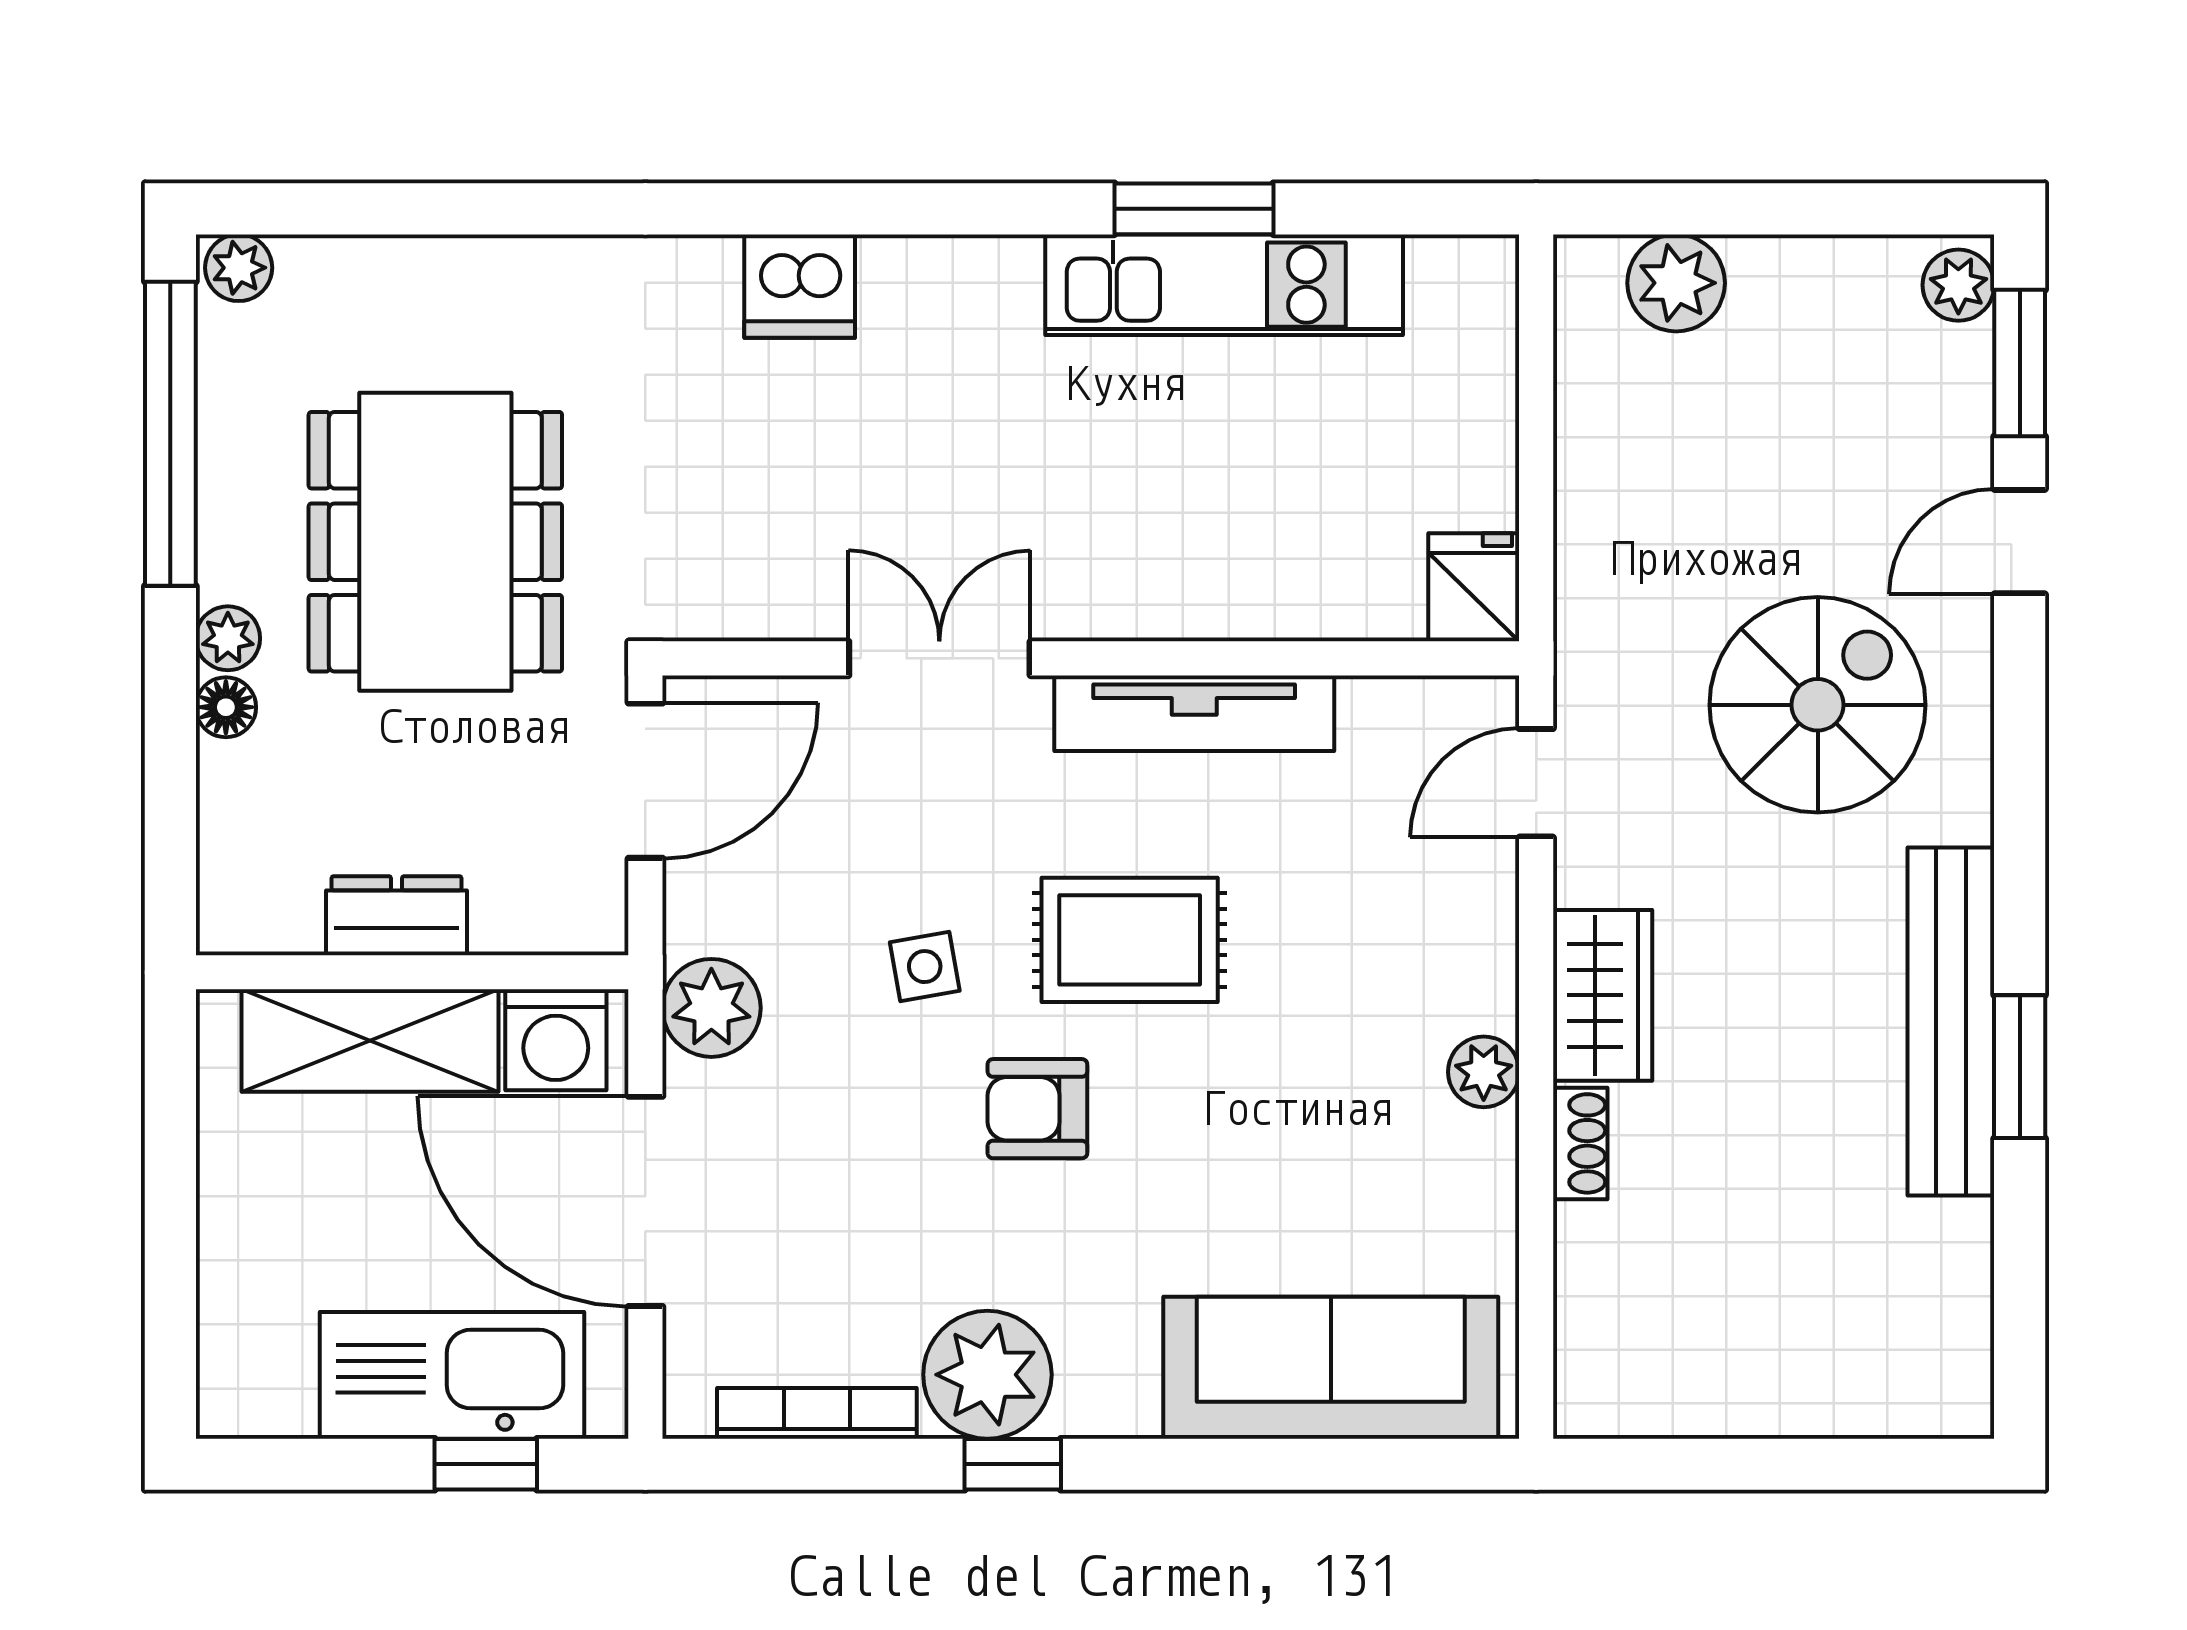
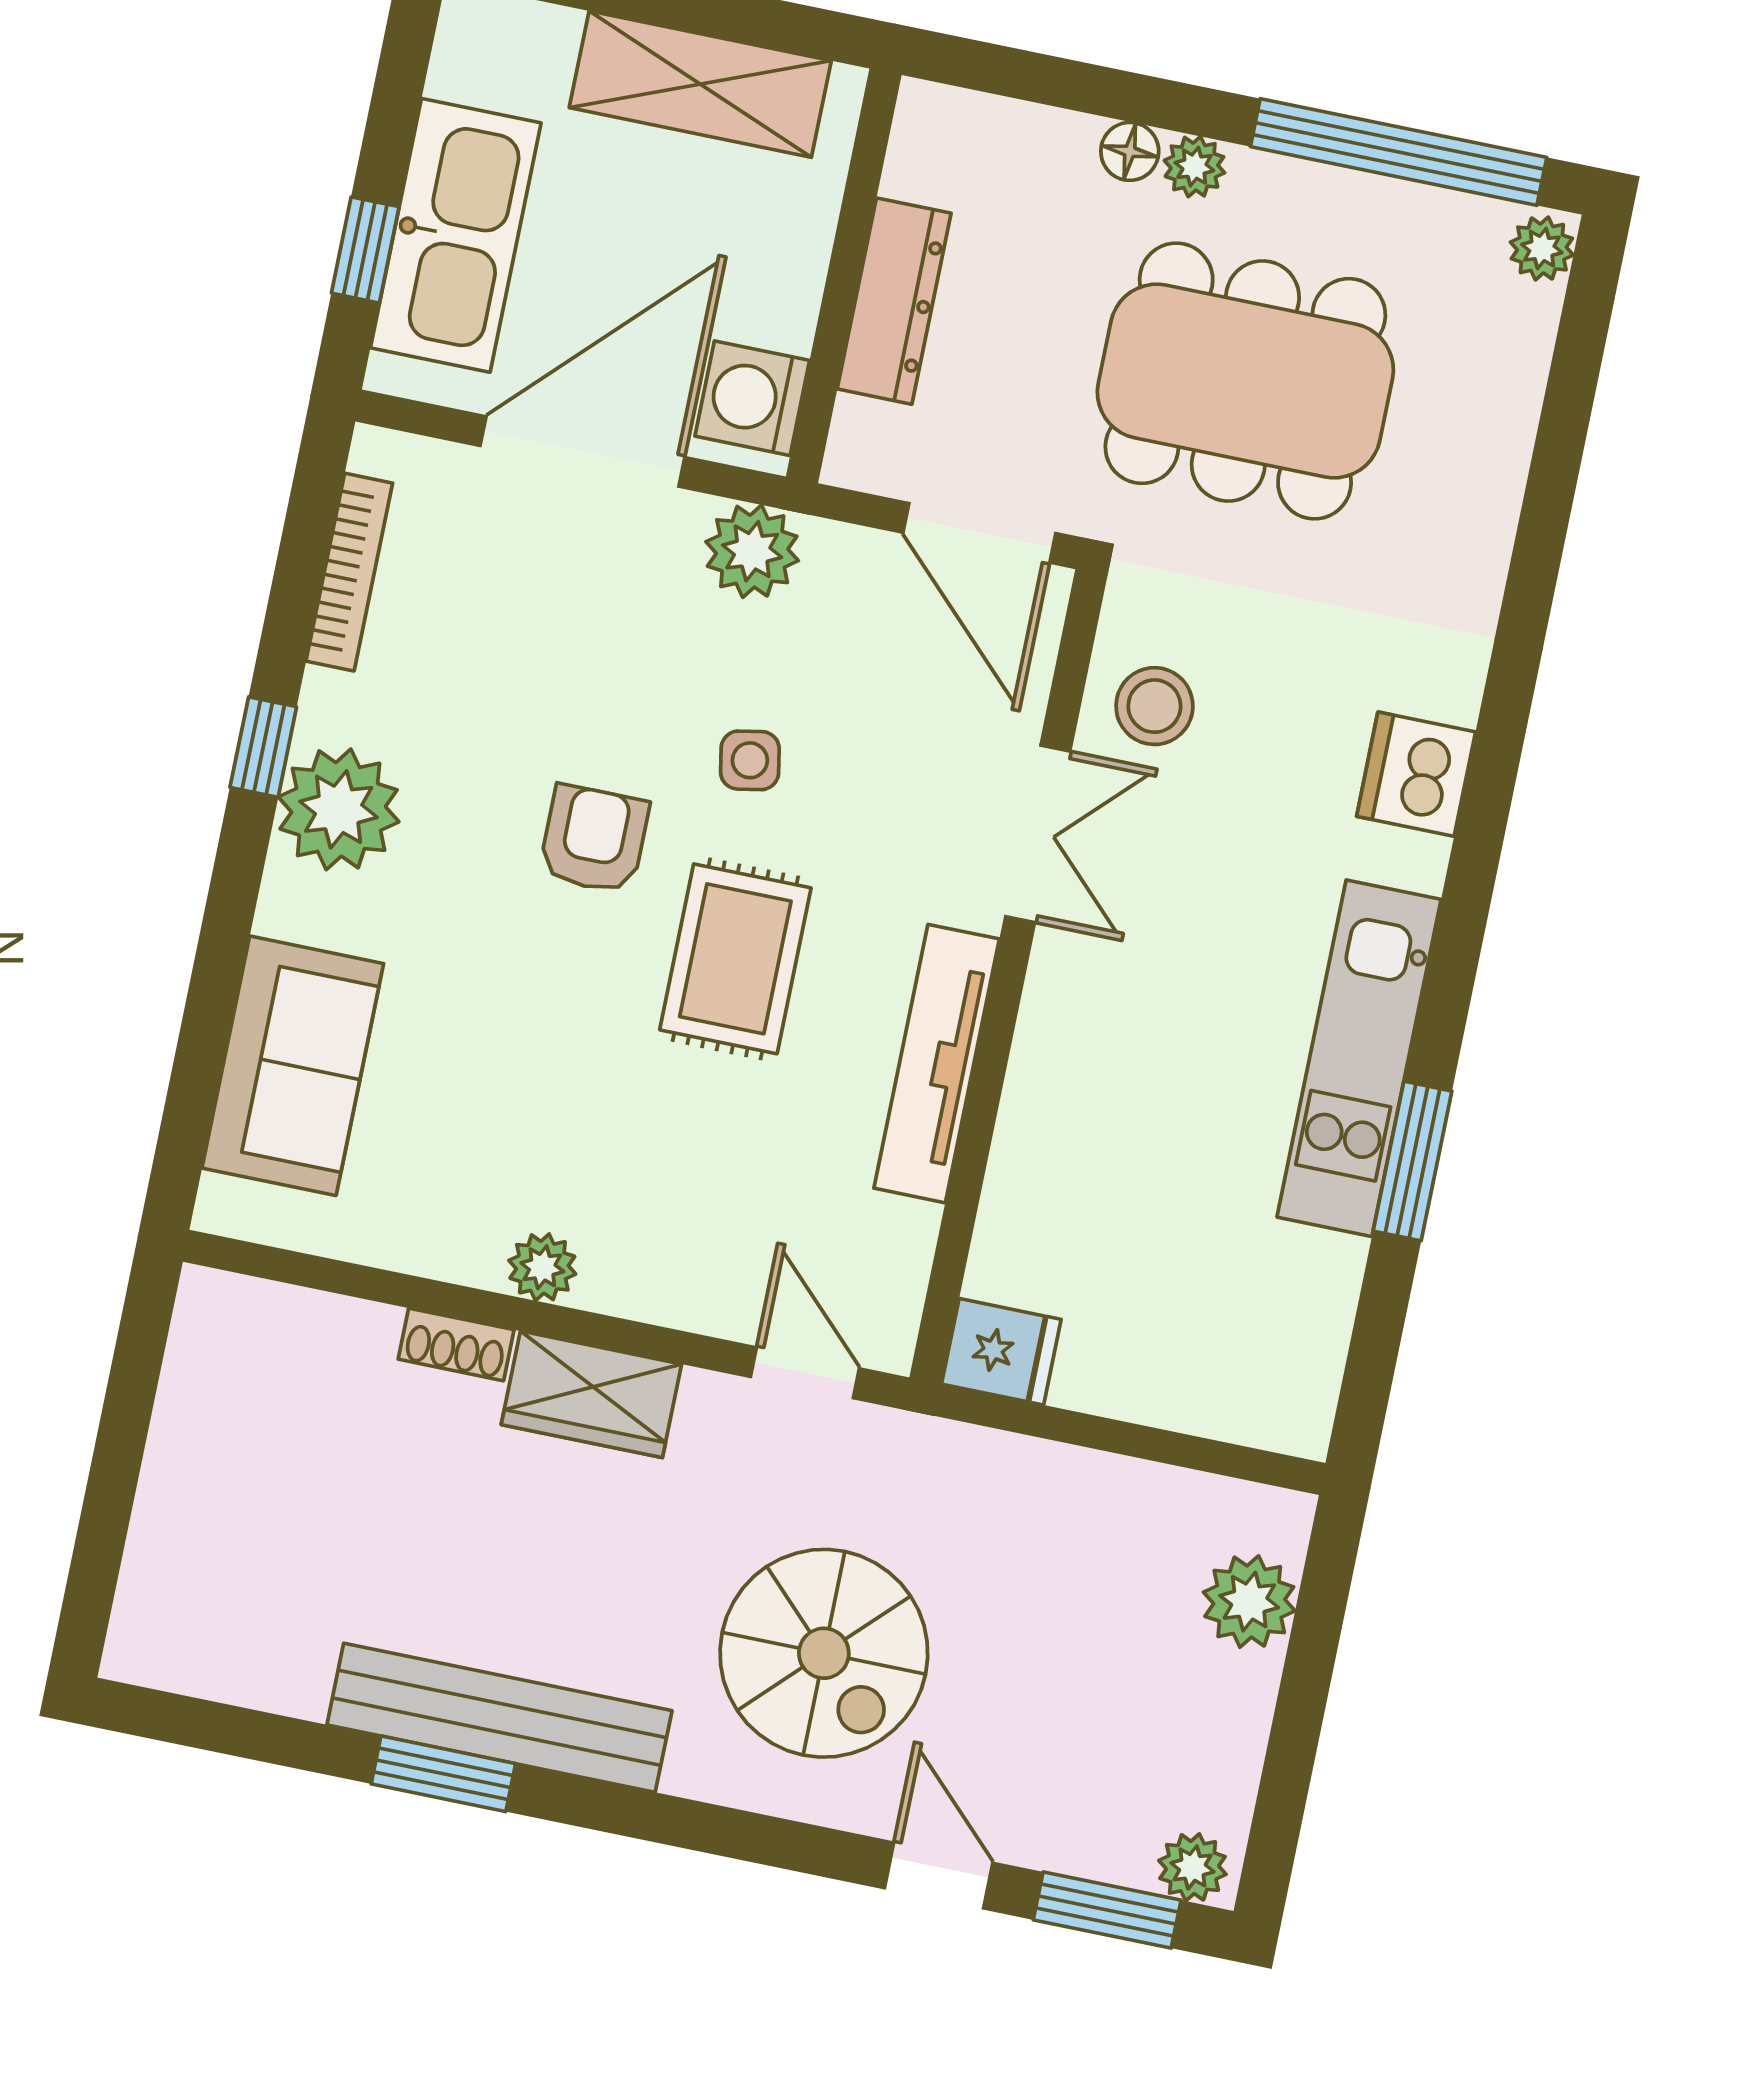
kitchen unit: (1224, 285) -> (1359, 1058), moved
stool: (785, 566) -> (1154, 706), added
dresser: (396, 916) -> (894, 301), width x1.44
shelving: (370, 1041) -> (700, 84), moved, turned 90
sofa: (1331, 1368) -> (293, 1066), width x0.73
plant: (987, 1375) -> (339, 809), moved

